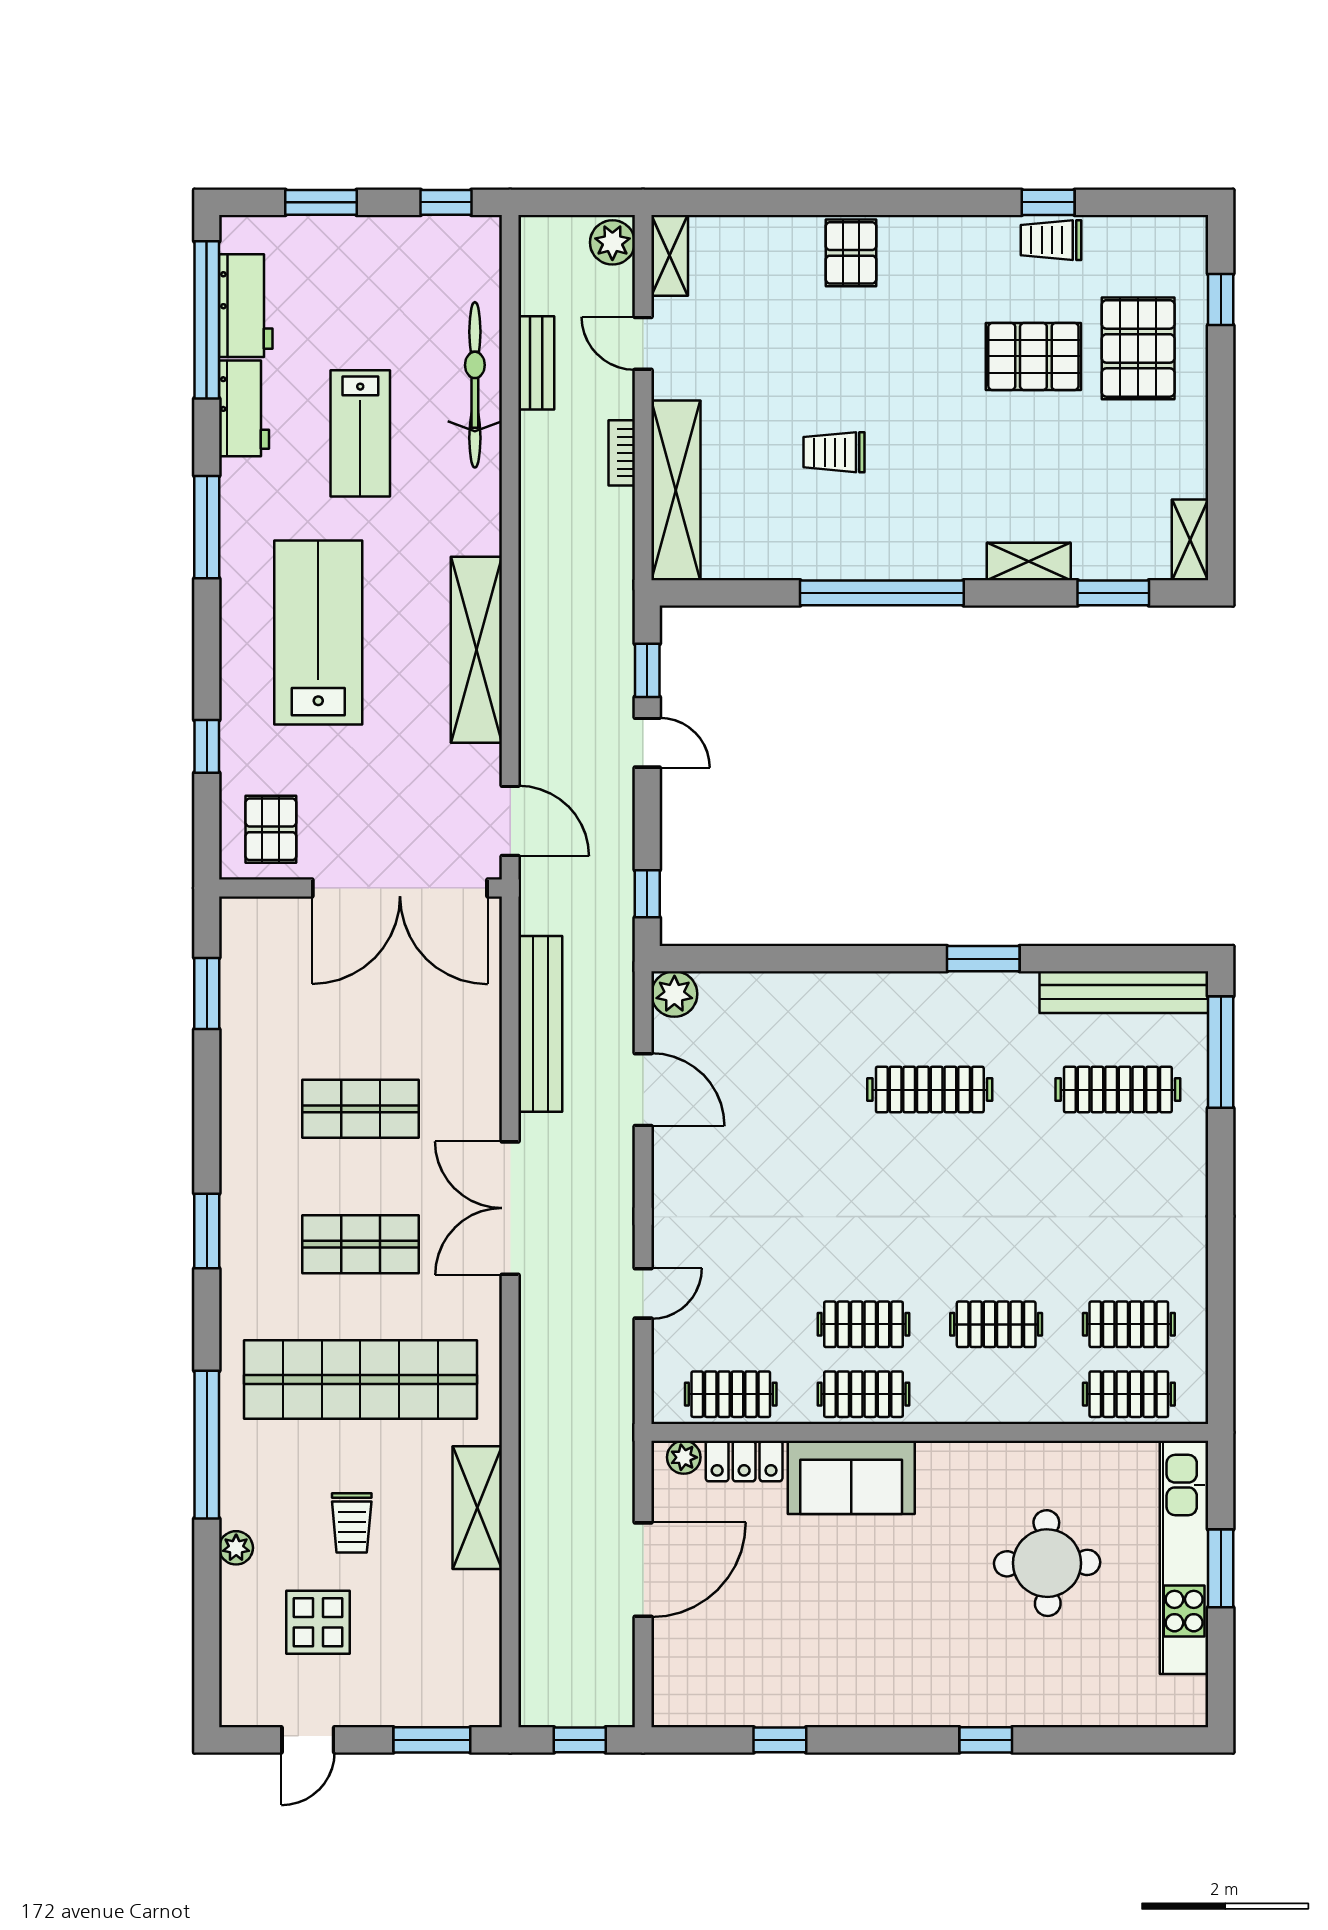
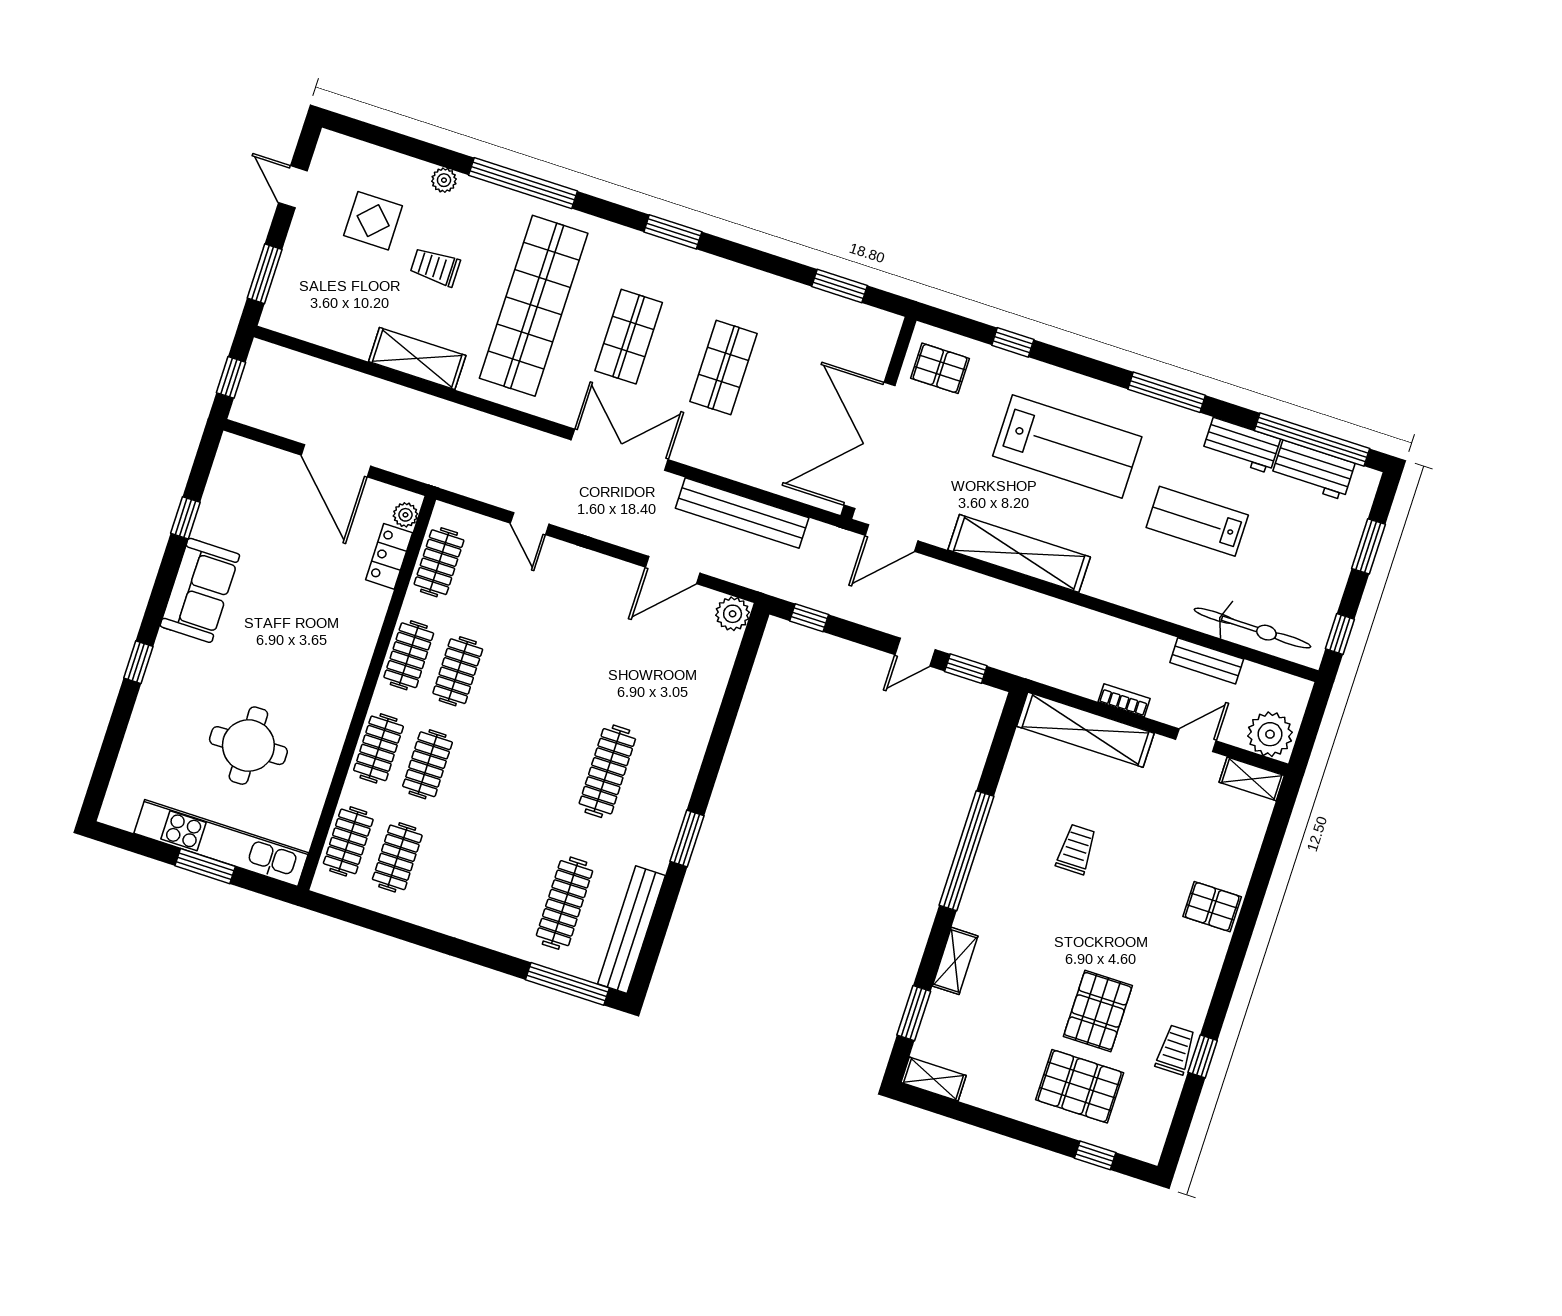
plant: (612, 242) -> (1270, 734), width x1.36, depth x1.36
bicycle: (475, 385) -> (1252, 628), moved
clothes rail: (996, 1394) -> (379, 748), added
sofa: (851, 1477) -> (200, 590), moved, turned 180

